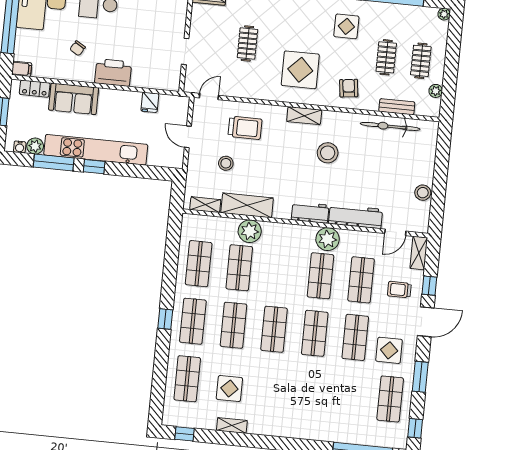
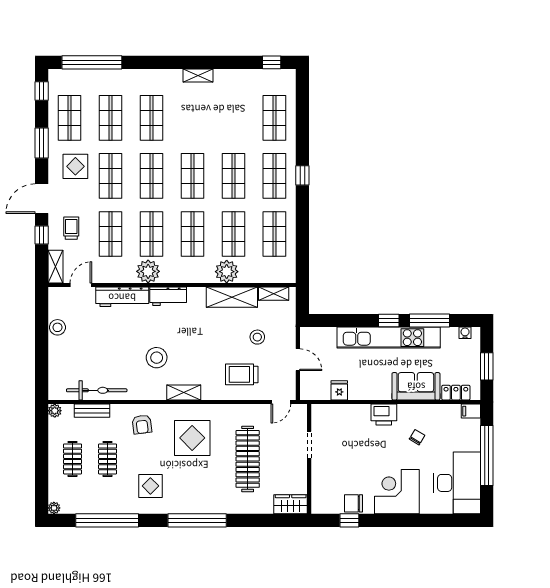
clothes rail: (247, 43) -> (248, 459), width x1.86, depth x1.31
printer: (113, 73) -> (384, 414), width x0.73, depth x0.84
plant: (436, 91) -> (55, 411), moved
plant: (35, 146) -> (450, 335), removed
shop shelf: (280, 272) -> (192, 234), added
trolley: (399, 290) -> (71, 228), turned -90
display table: (229, 388) -> (231, 112), removed
shop shelf: (309, 391) -> (152, 118), added
shop shelf: (350, 395) -> (111, 118), added
shelving: (232, 425) -> (198, 76), moved

